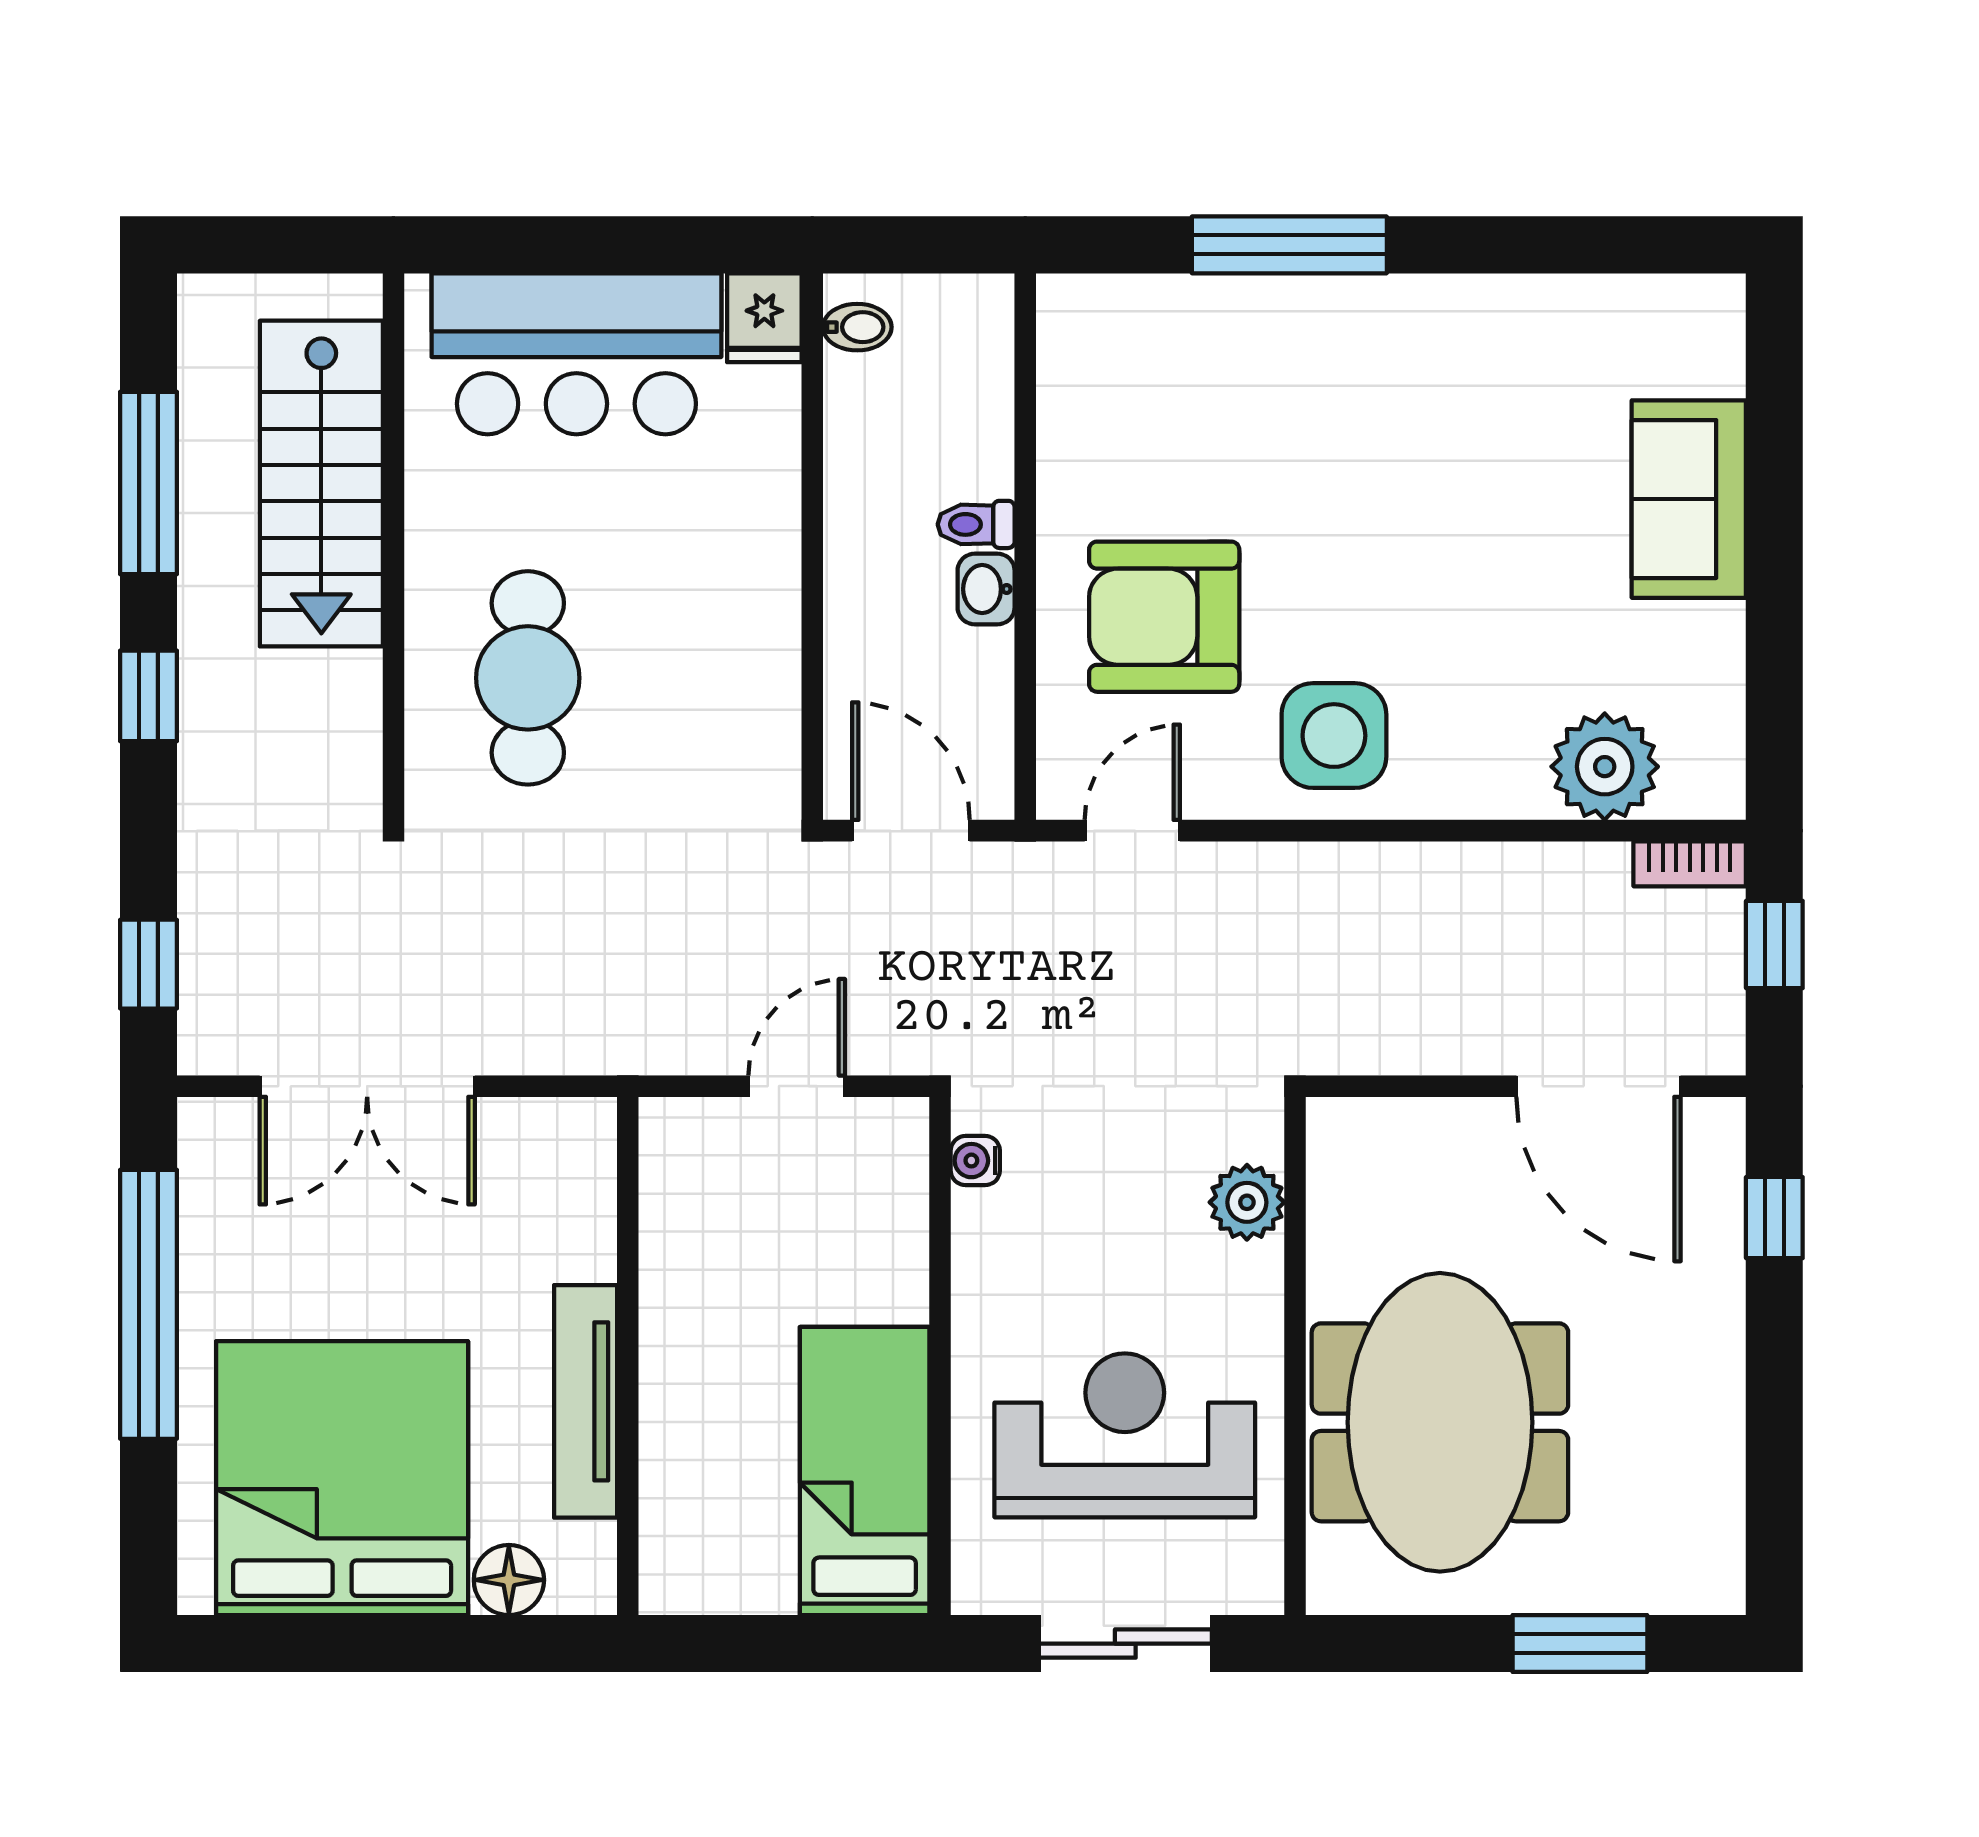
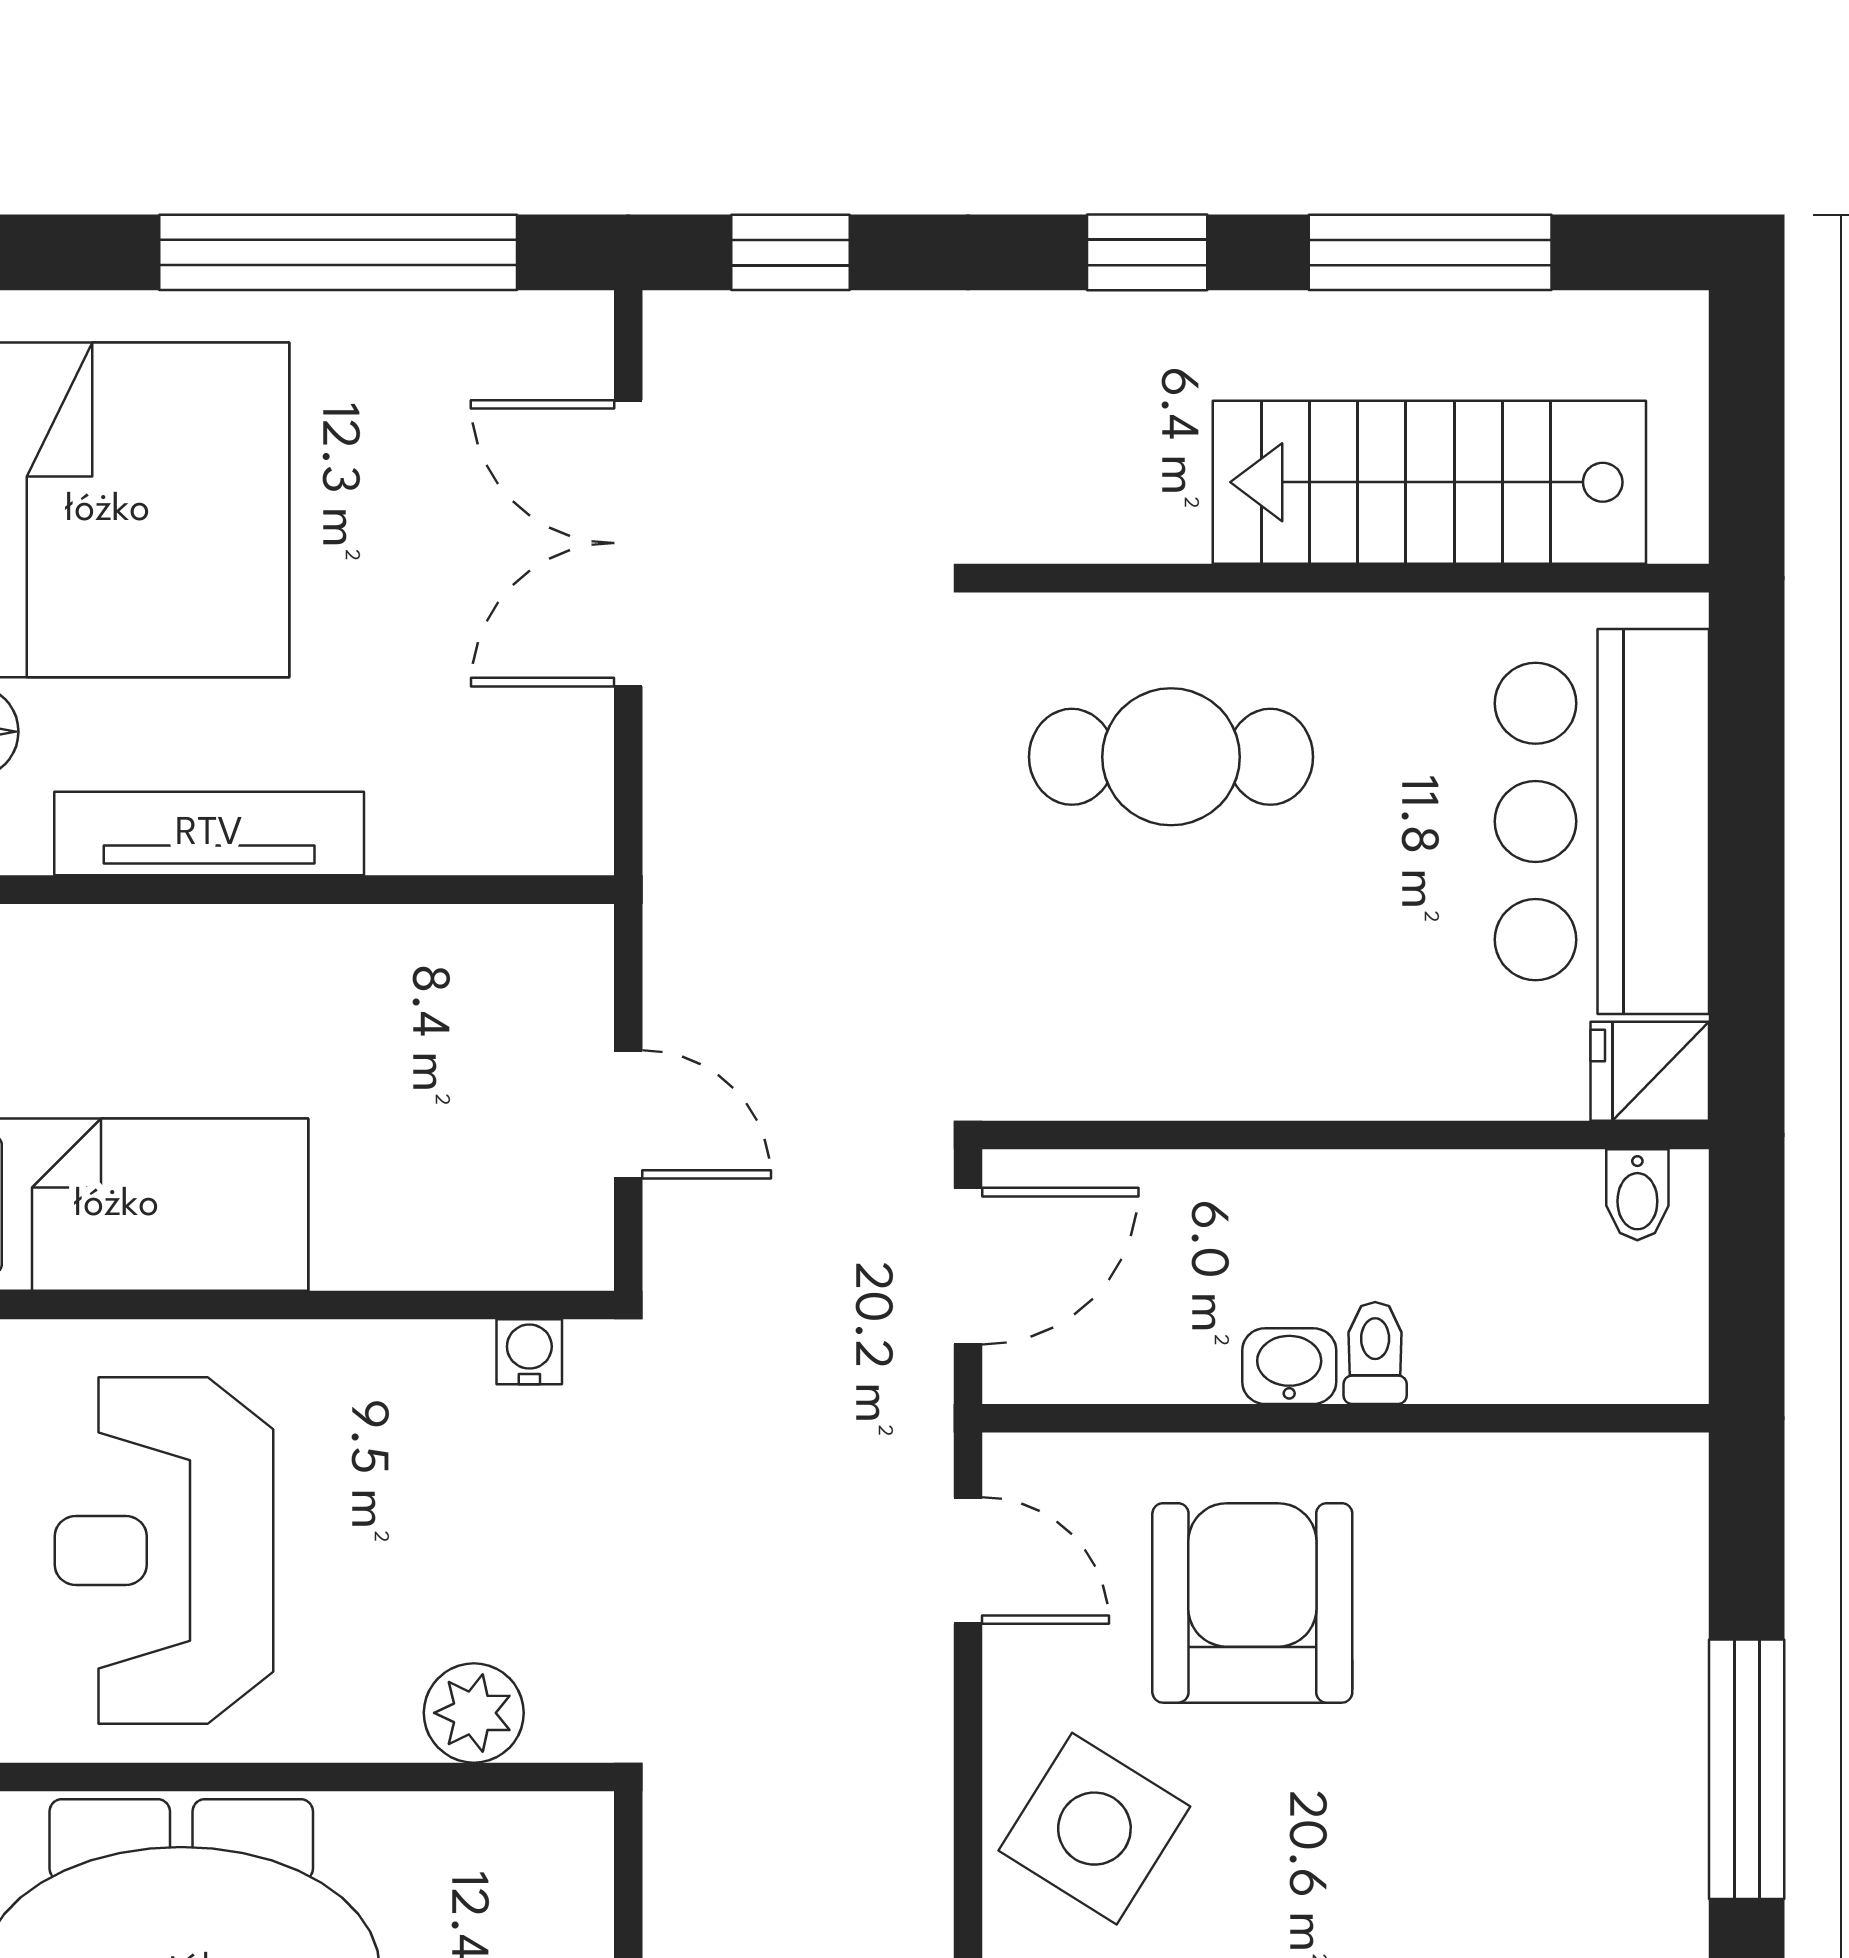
side table: (1334, 736) -> (1094, 1829), turned 32
reception desk: (1125, 1435) -> (164, 1550), turned 180

